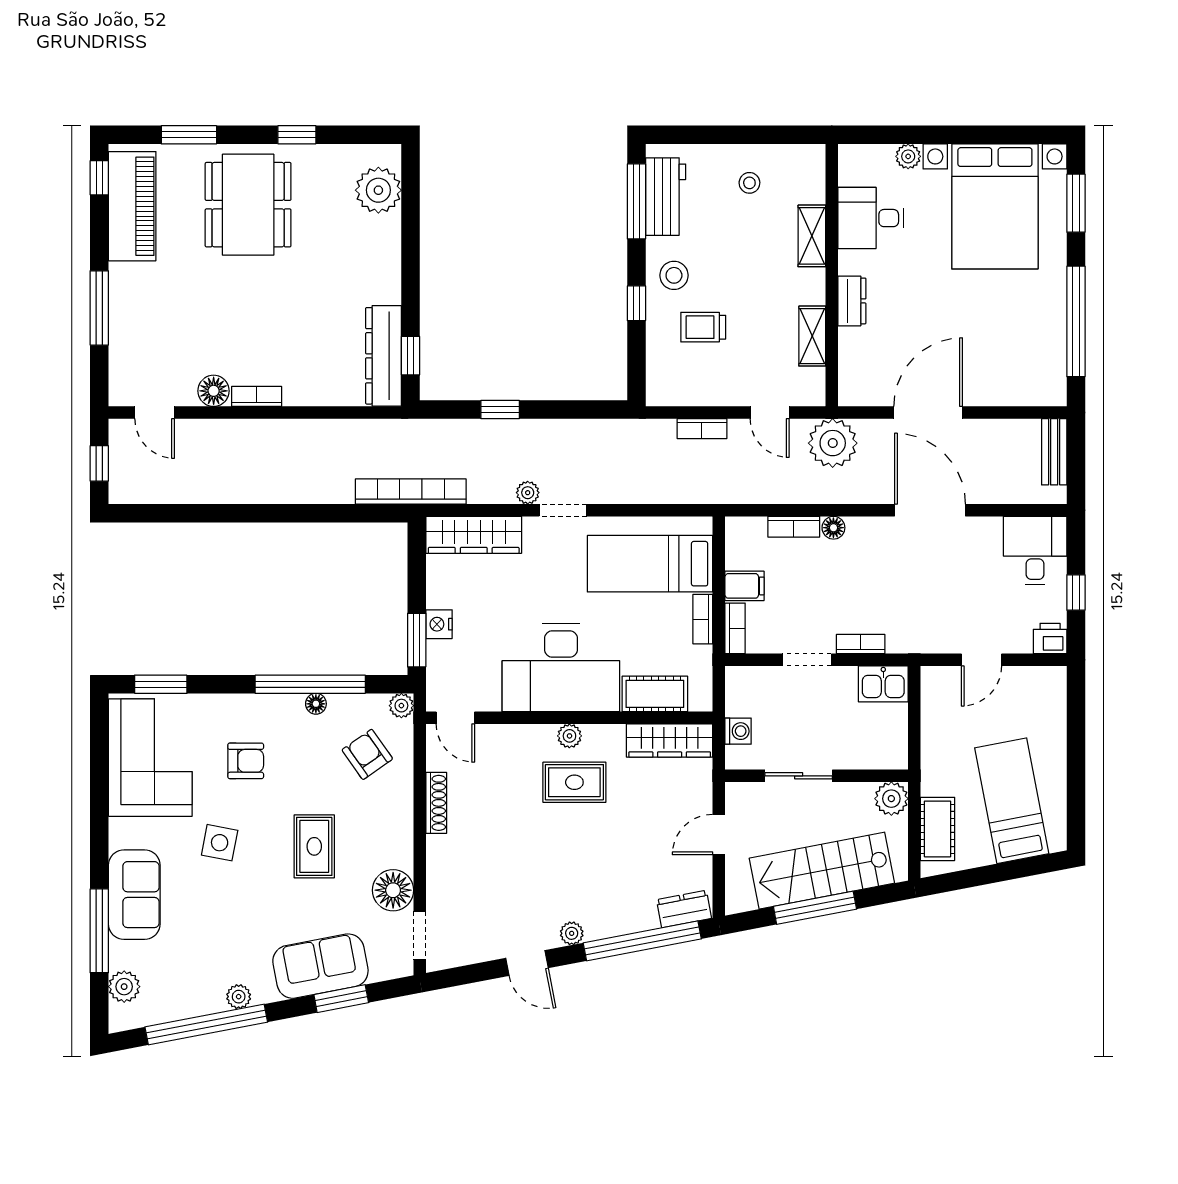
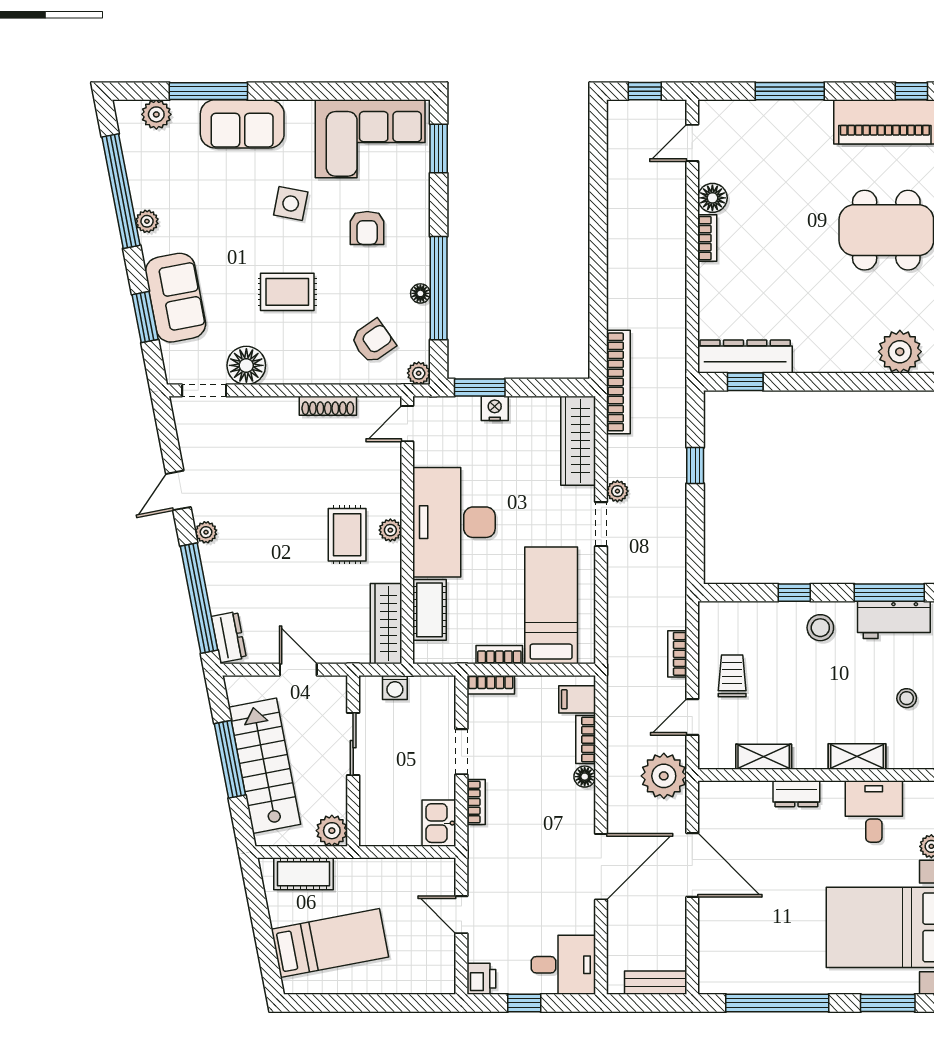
trolley: (703, 327) -> (732, 676), moved
filing cabinet: (745, 586) -> (577, 699), moved, turned 90

